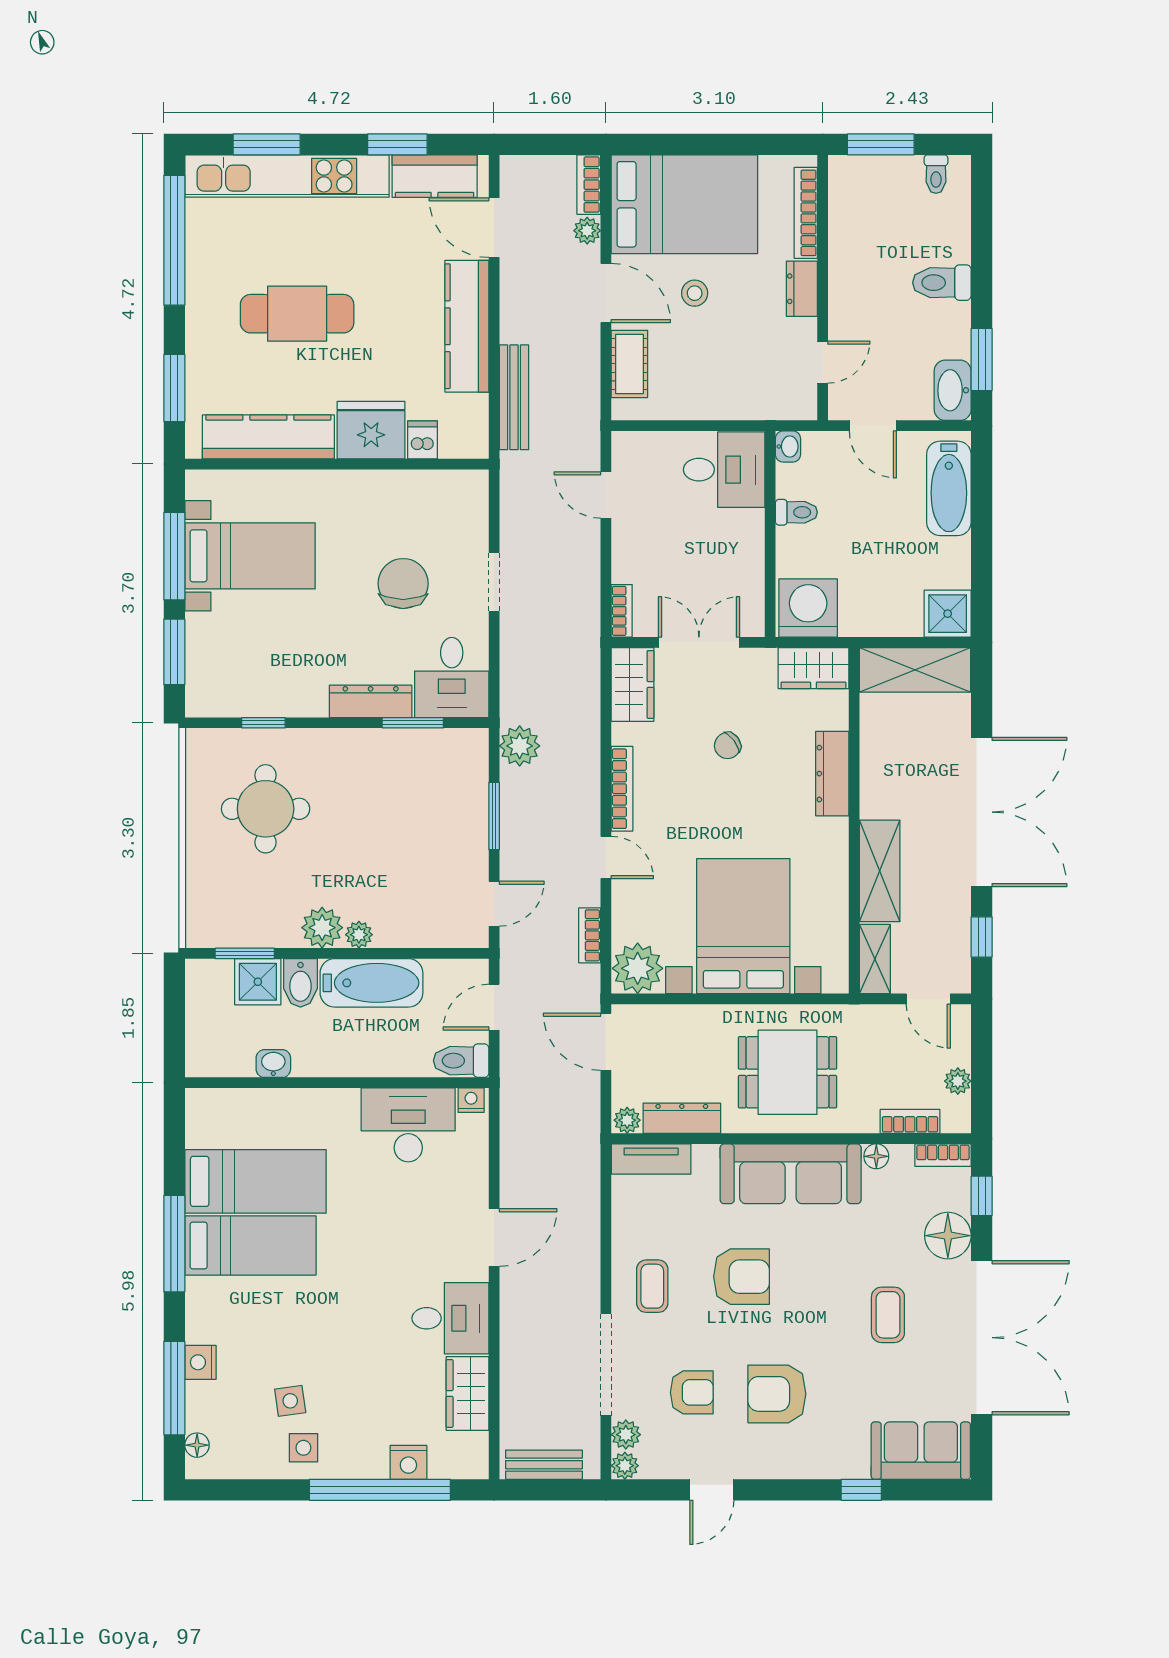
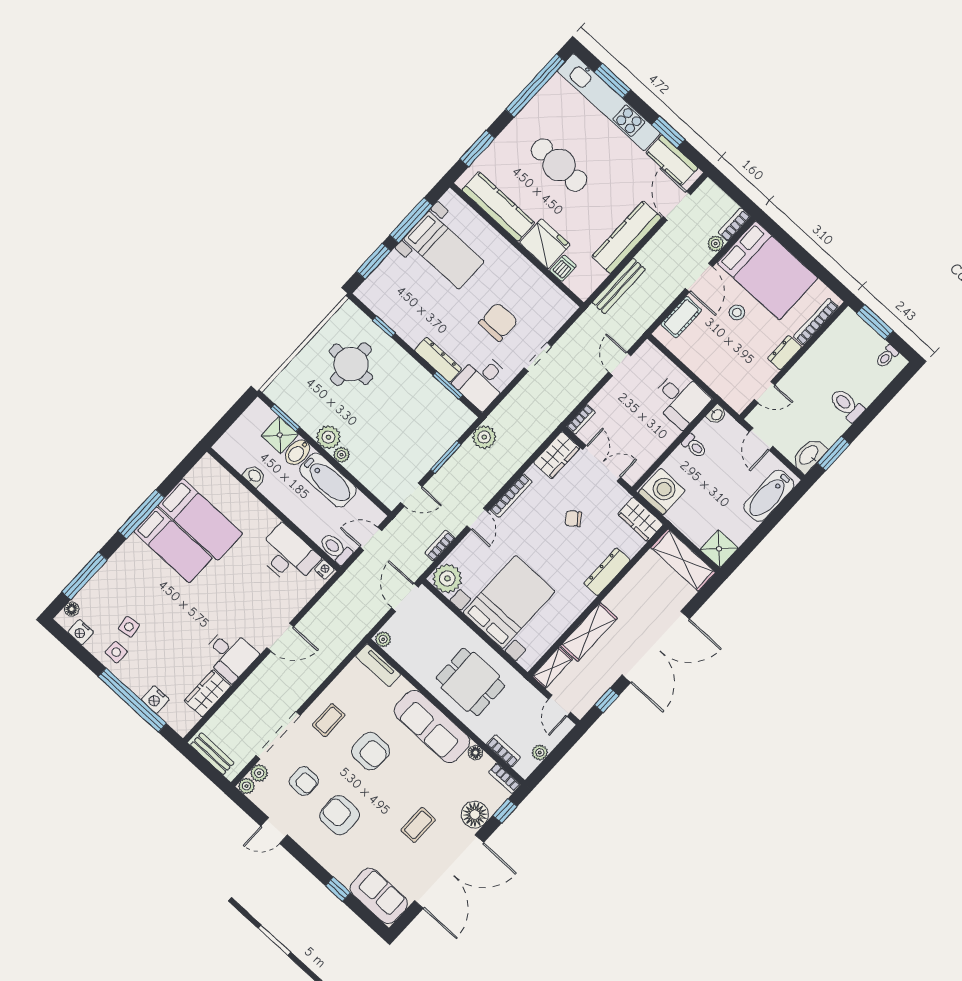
dresser: (682, 1118) -> (407, 660), removed
nightstand: (200, 1362) -> (81, 632), moved, turned -90

